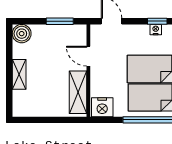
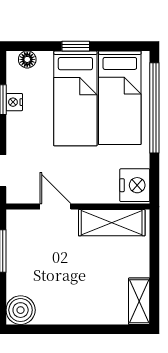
door: (88, 56) -> (55, 207), swing flipped
shelving: (19, 74) -> (139, 301), moved, turned 90

